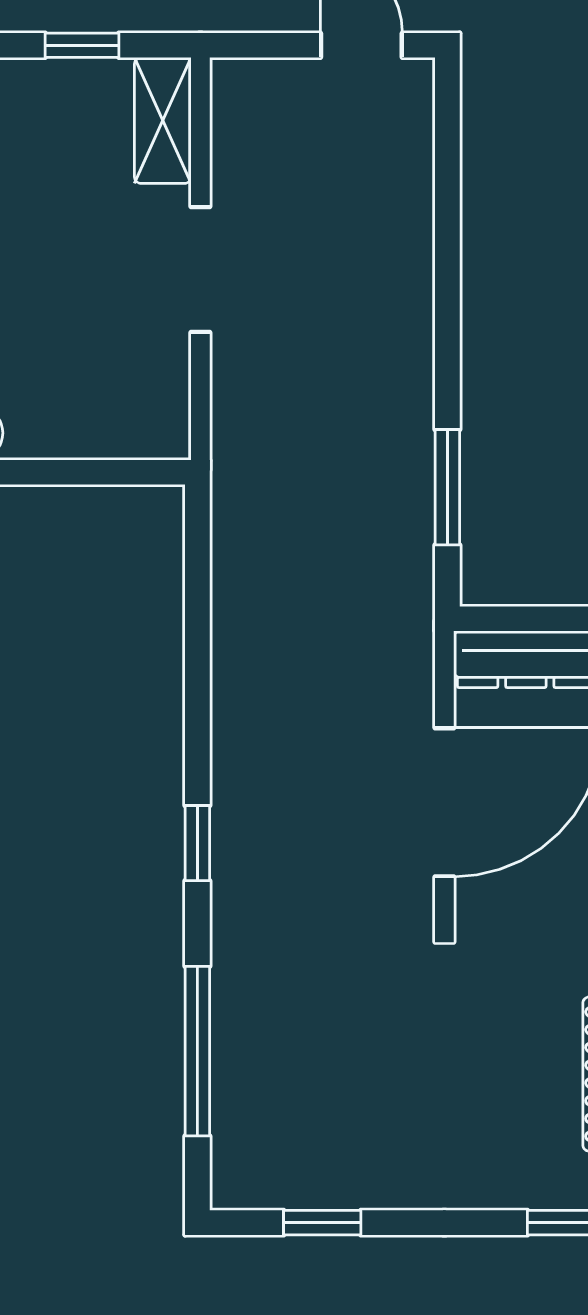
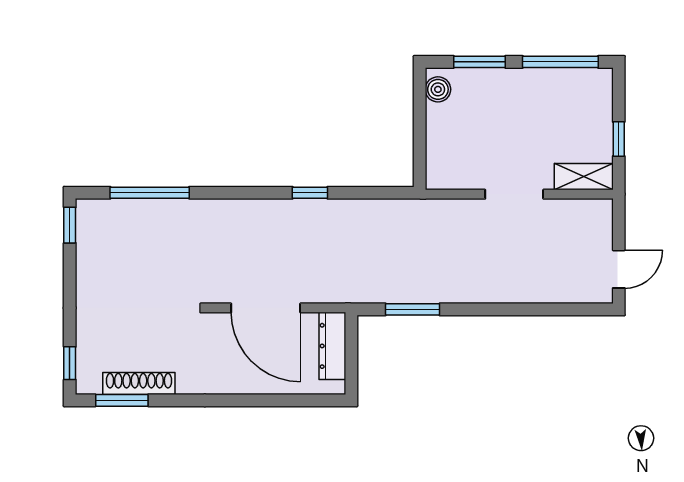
window: (197, 843) -> (310, 193), moved
window: (322, 1223) -> (70, 225), moved

